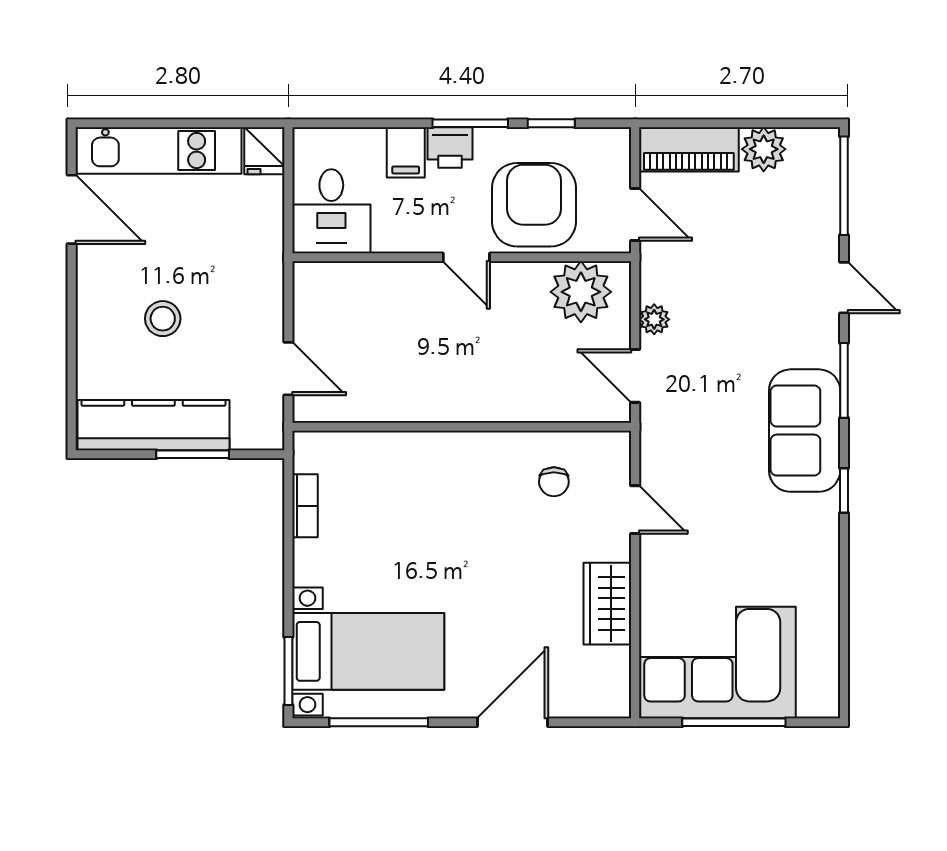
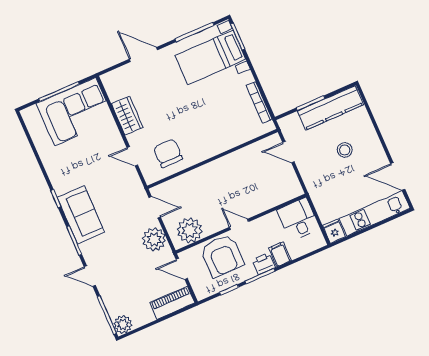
plant: (764, 149) -> (123, 325), moved
plant: (654, 319) -> (154, 239), width x1.88, depth x1.88
chair: (554, 482) -> (168, 153), width x1.87, depth x1.87
bookcase: (305, 506) -> (259, 102), width x1.56
door: (513, 722) -> (143, 54), swing flipped

